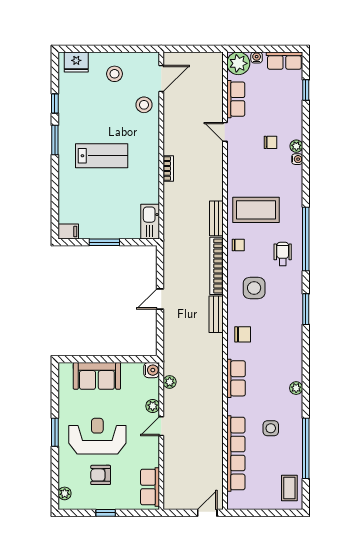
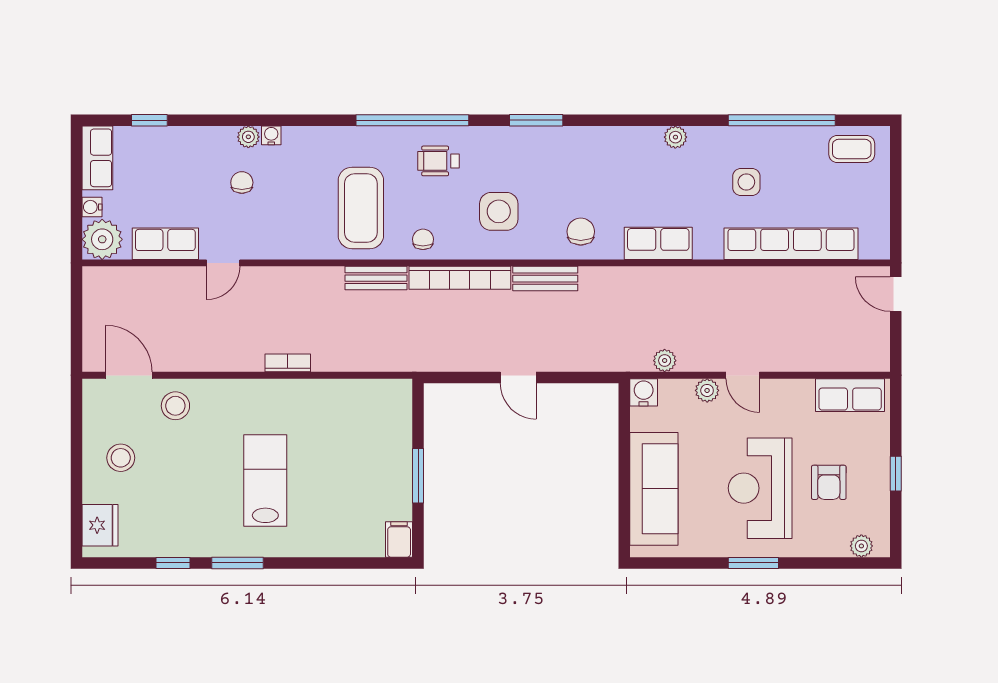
kitchen sink: (150, 222) -> (382, 395), removed
sofa: (97, 376) -> (654, 489), width x1.36

